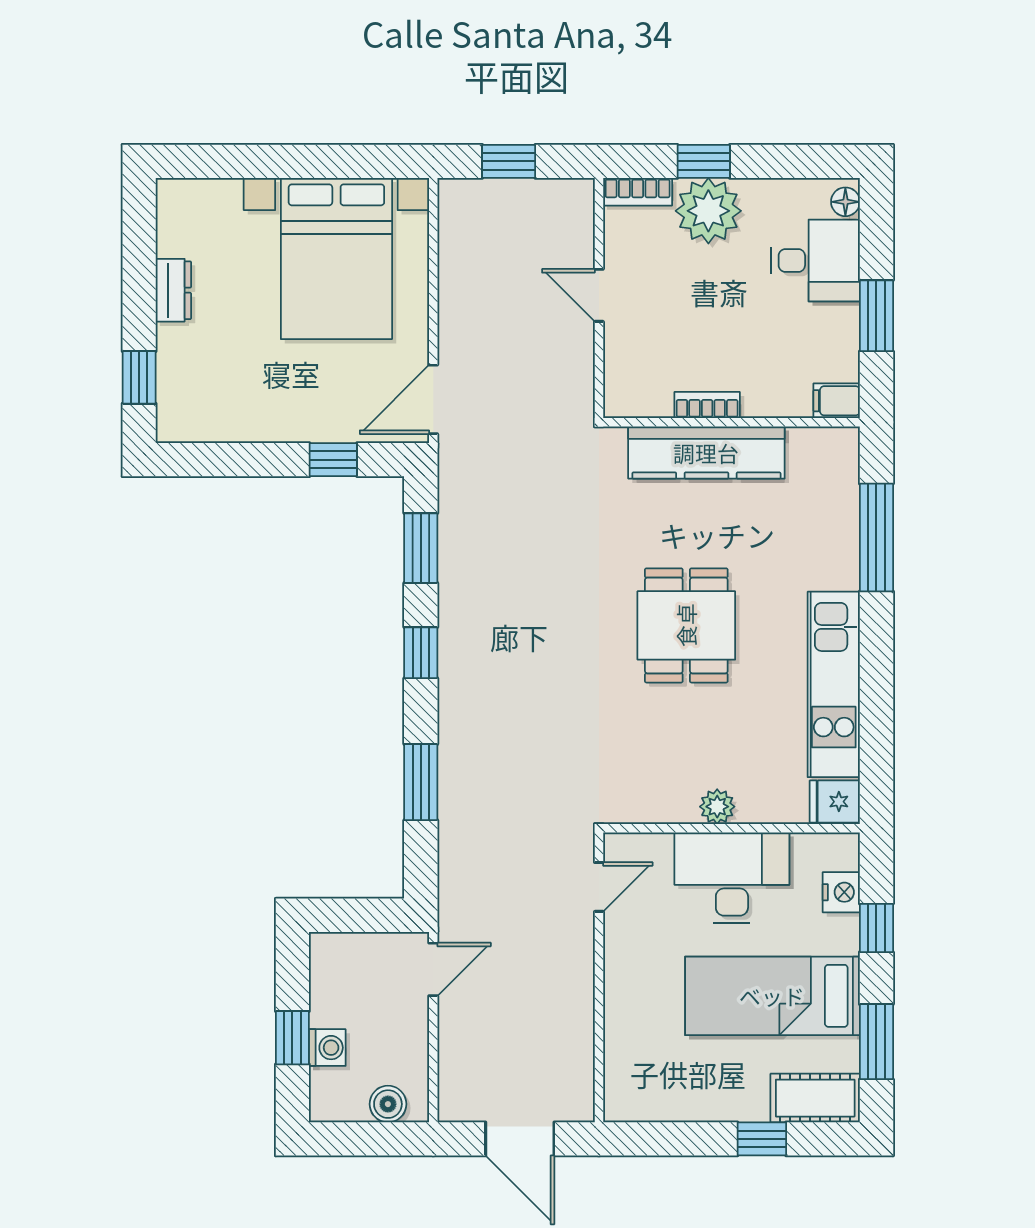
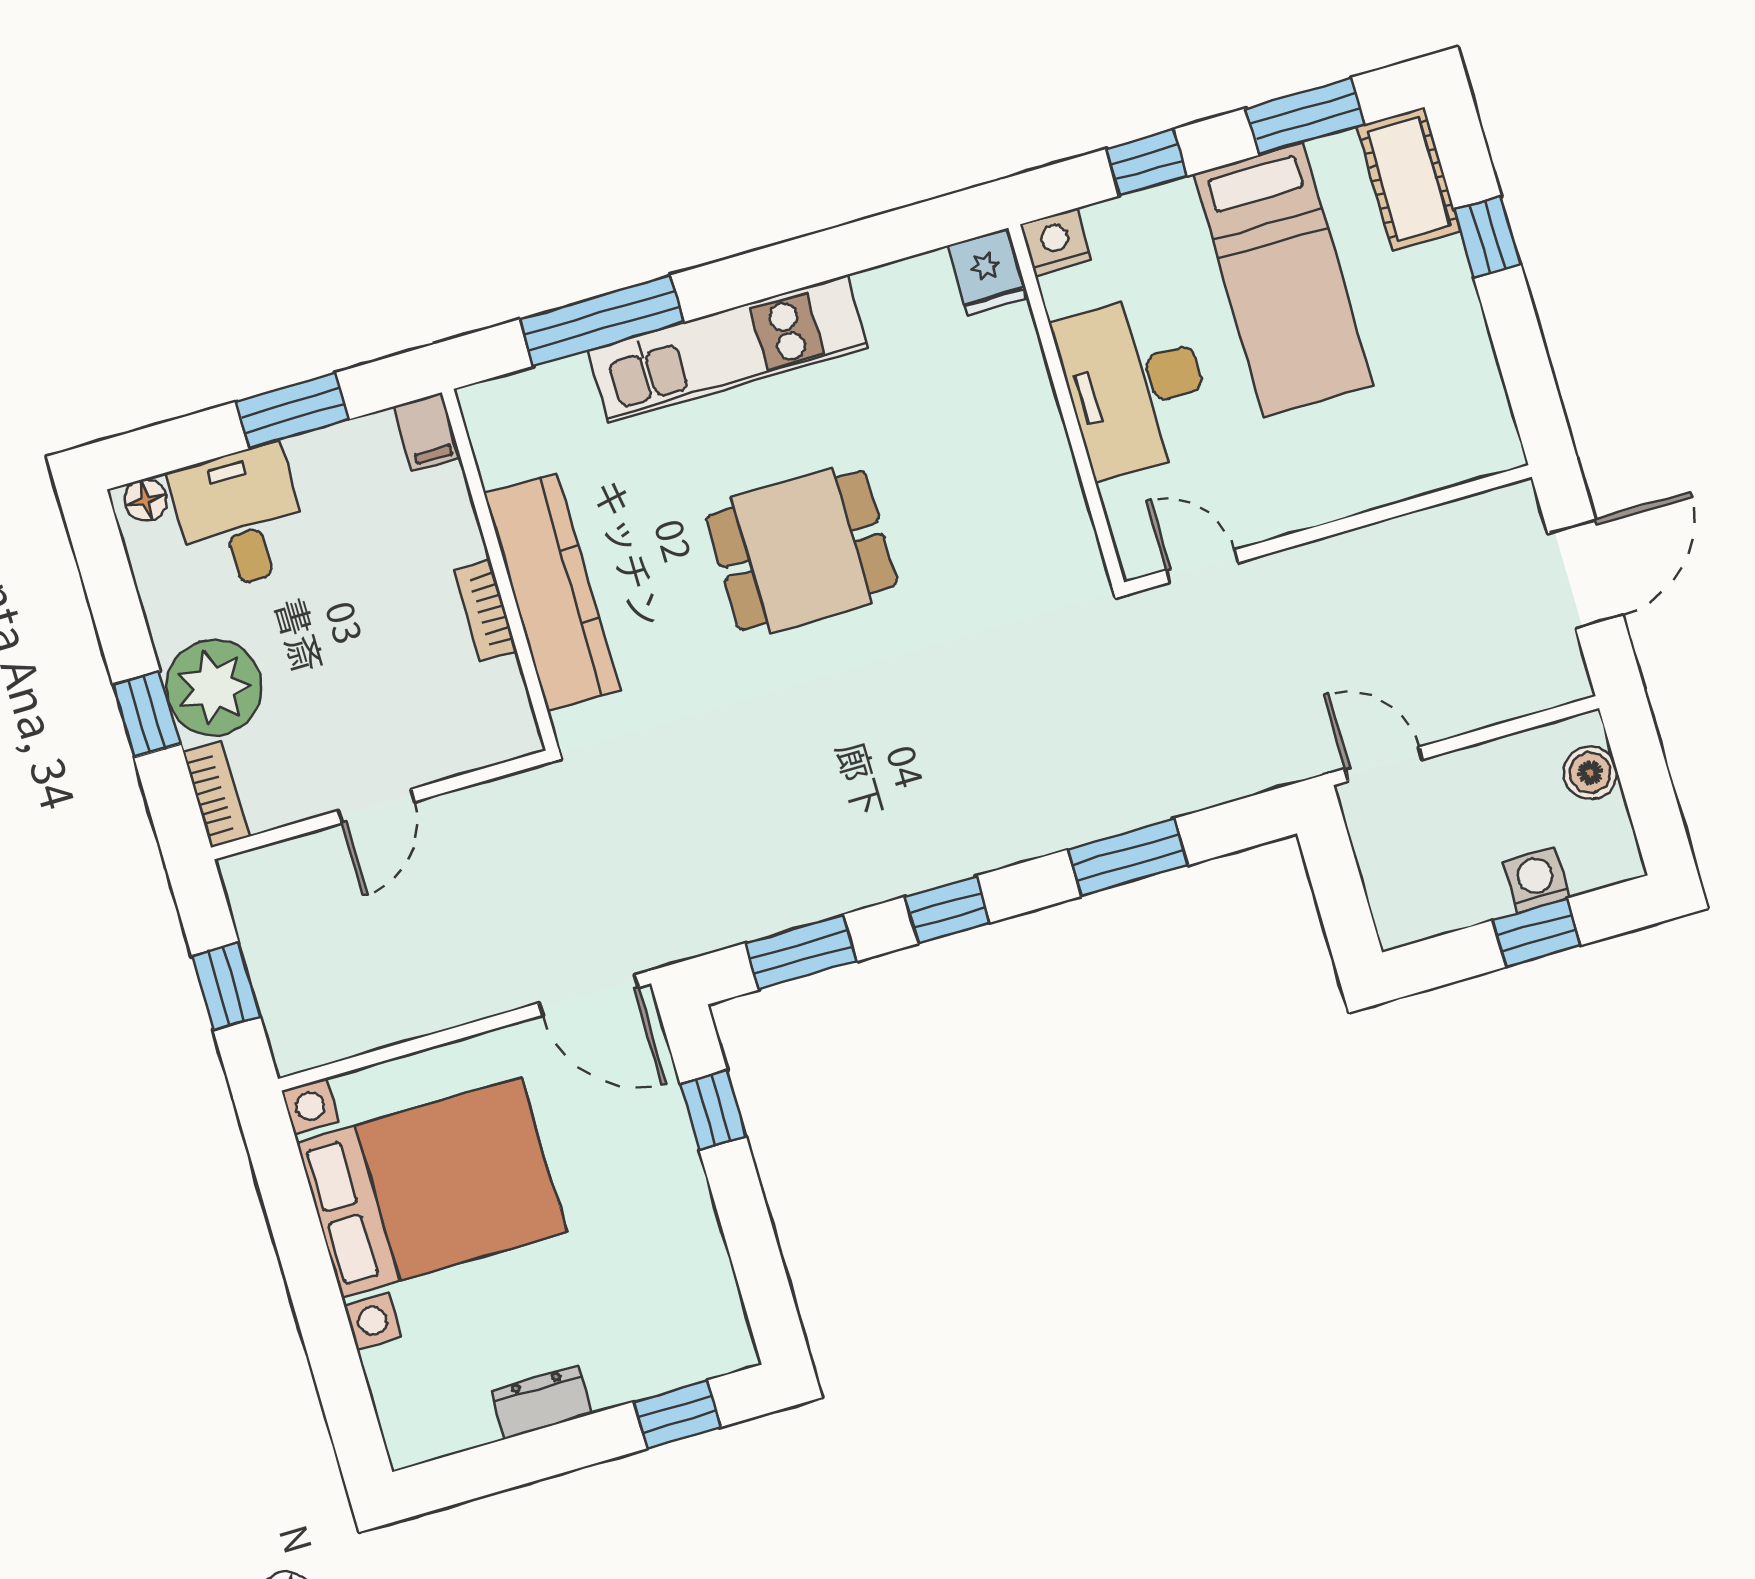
kitchen unit: (834, 684) -> (728, 349), moved
plant: (717, 807) -> (1042, 434), removed
nightstand: (841, 892) -> (1056, 242), moved

